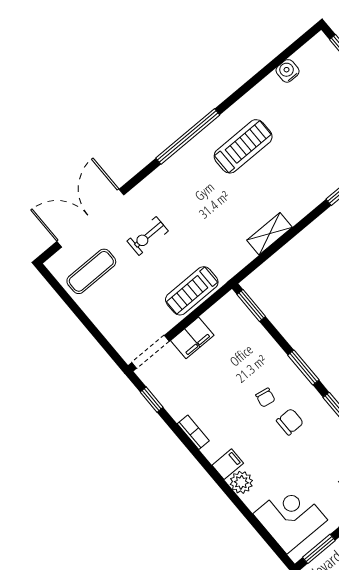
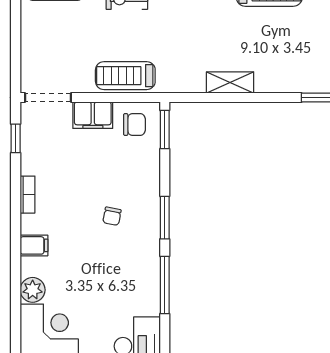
chair: (290, 422) -> (134, 124), moved
plant: (241, 482) -> (33, 290), moved

